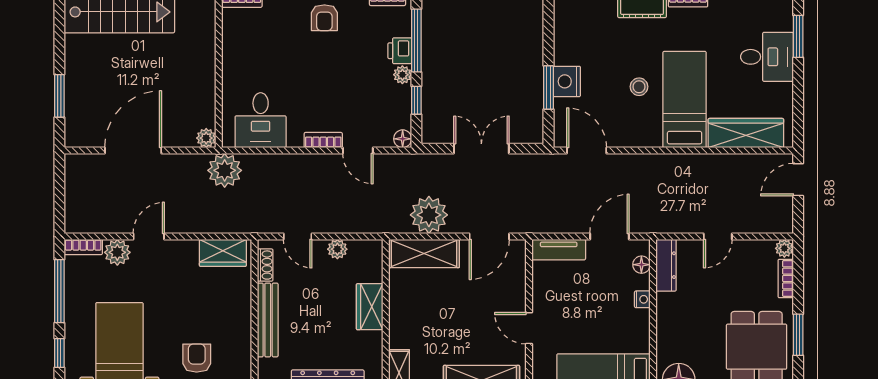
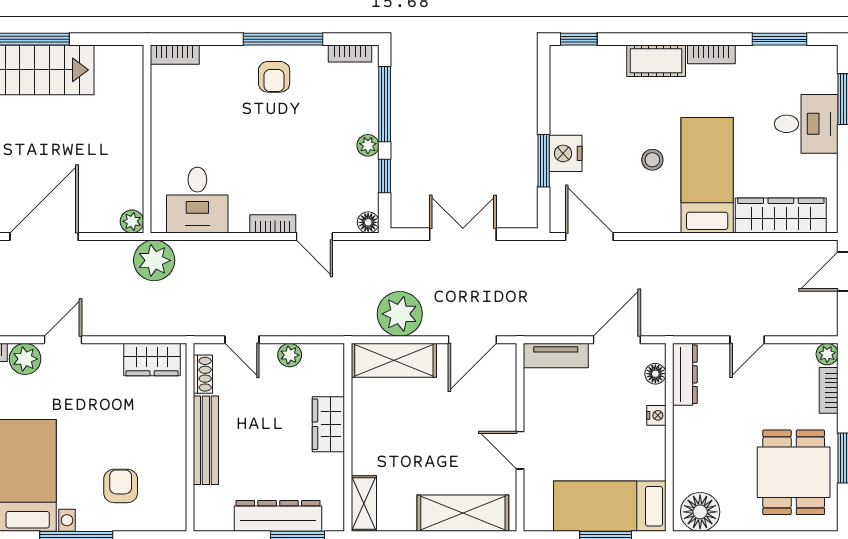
printer: (400, 51) -> (365, 117), removed

